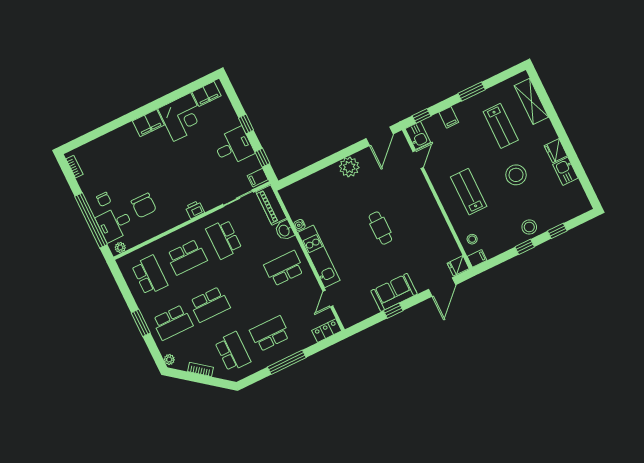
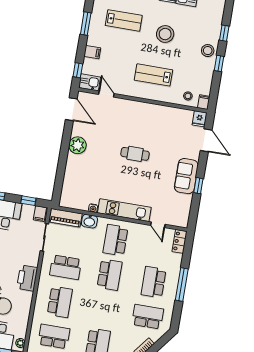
printer: (195, 210) -> (27, 278), width x1.87, depth x1.48
school desk: (210, 304) -> (110, 275), moved

